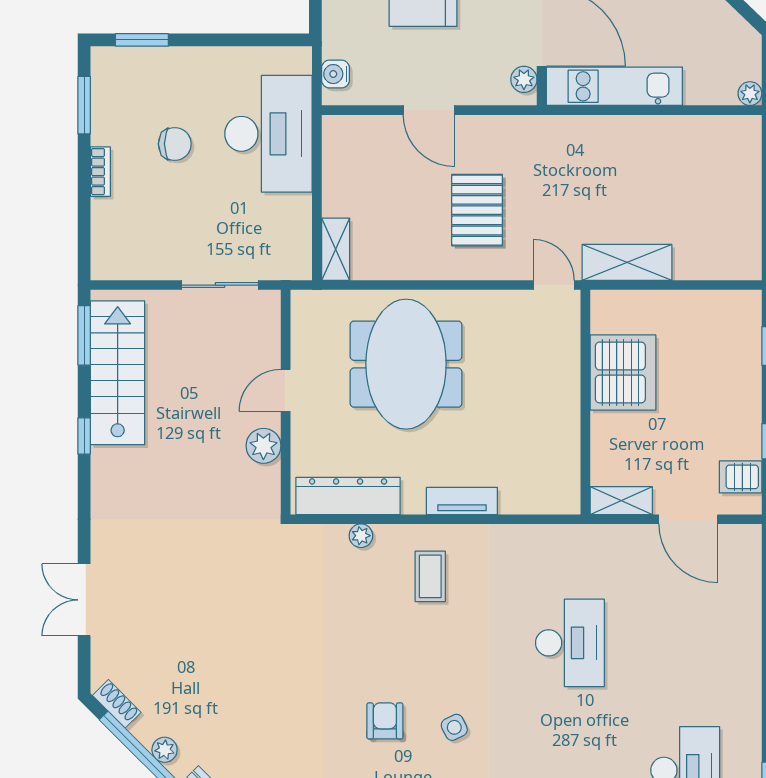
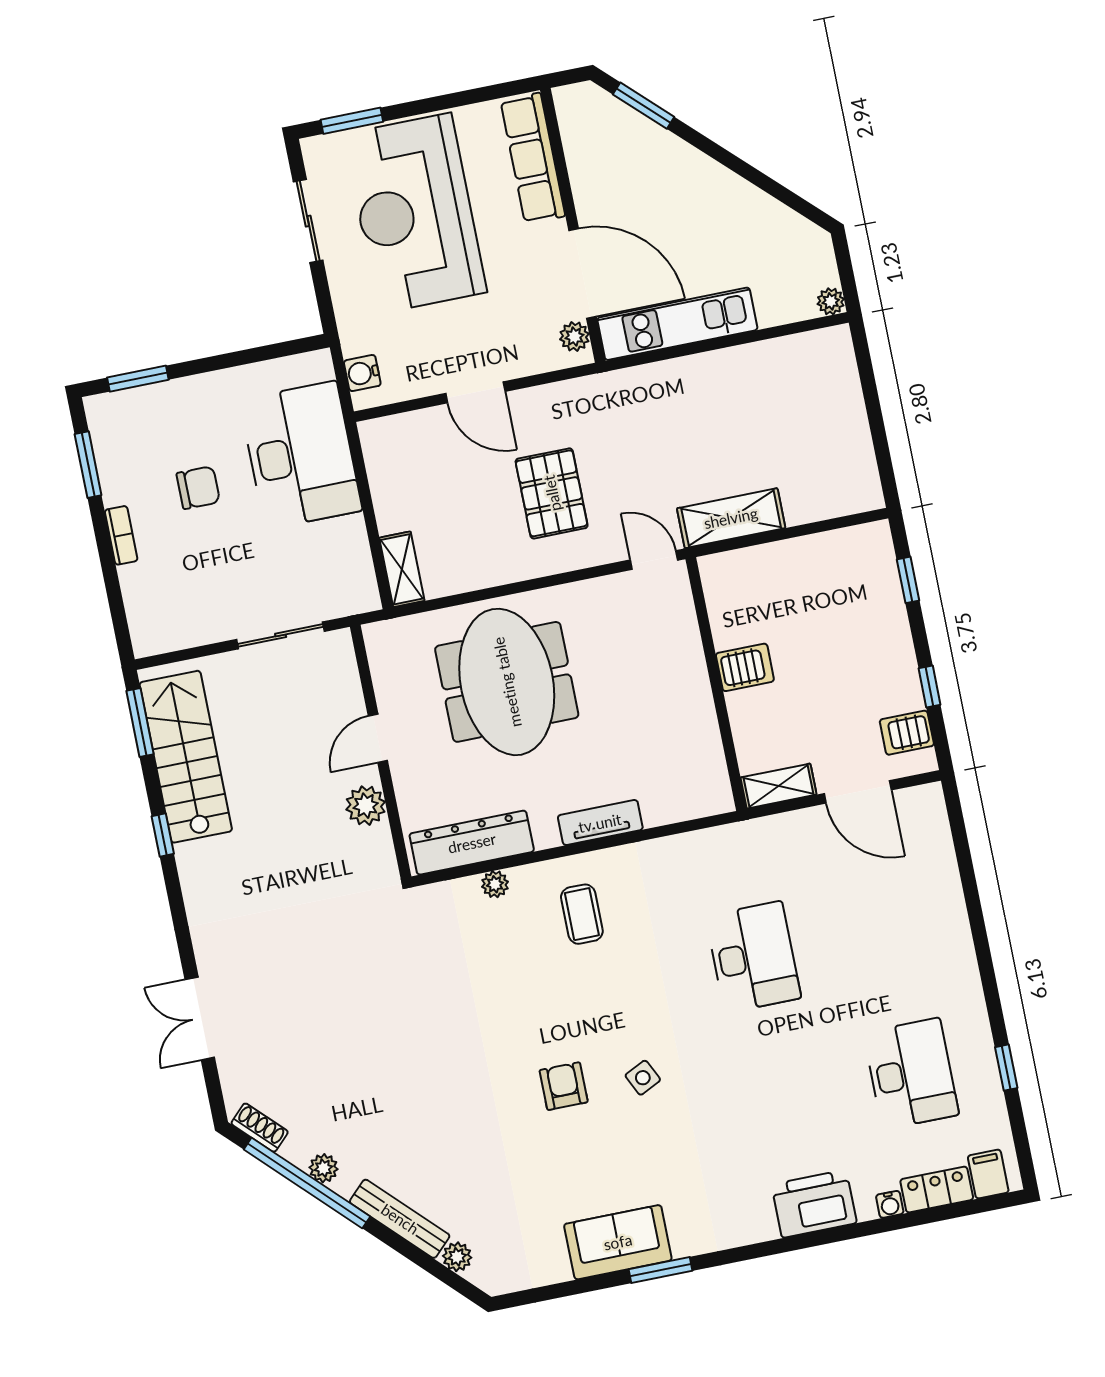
server rack: (623, 372) -> (745, 667), width x0.46, depth x0.70

